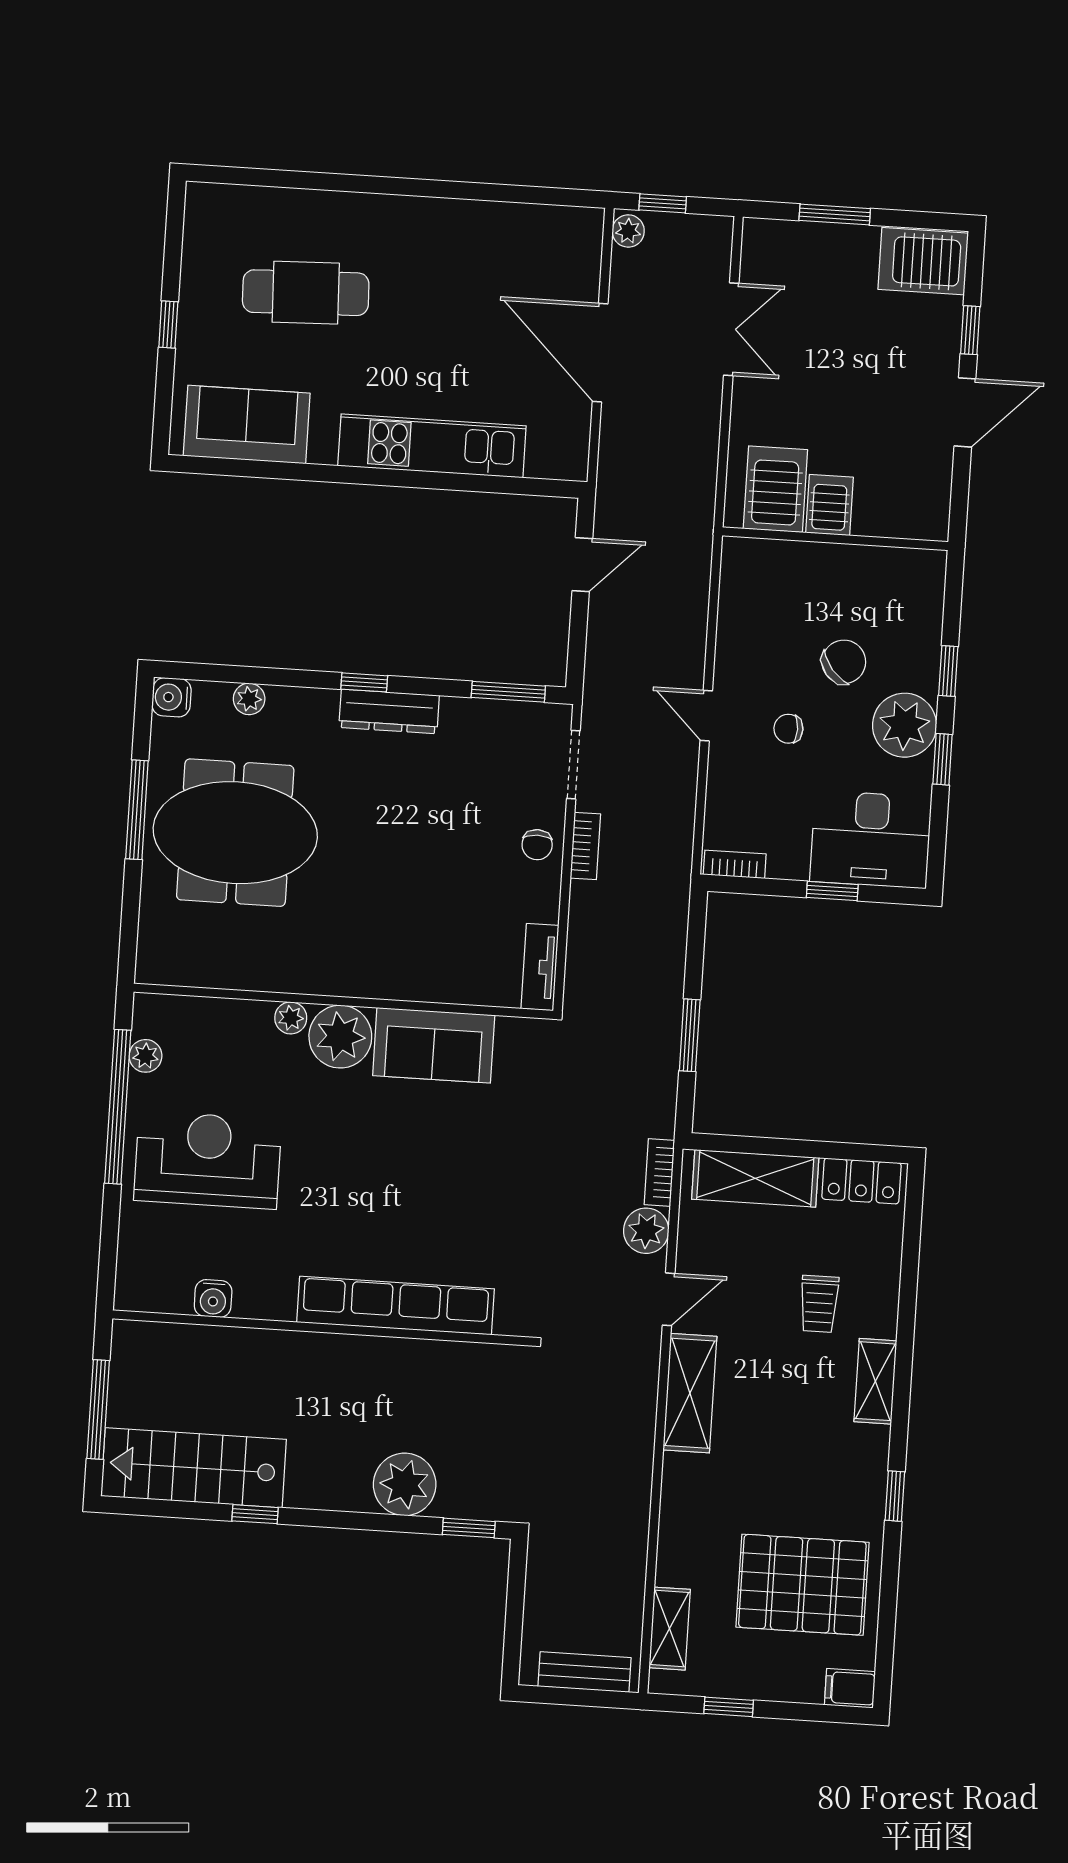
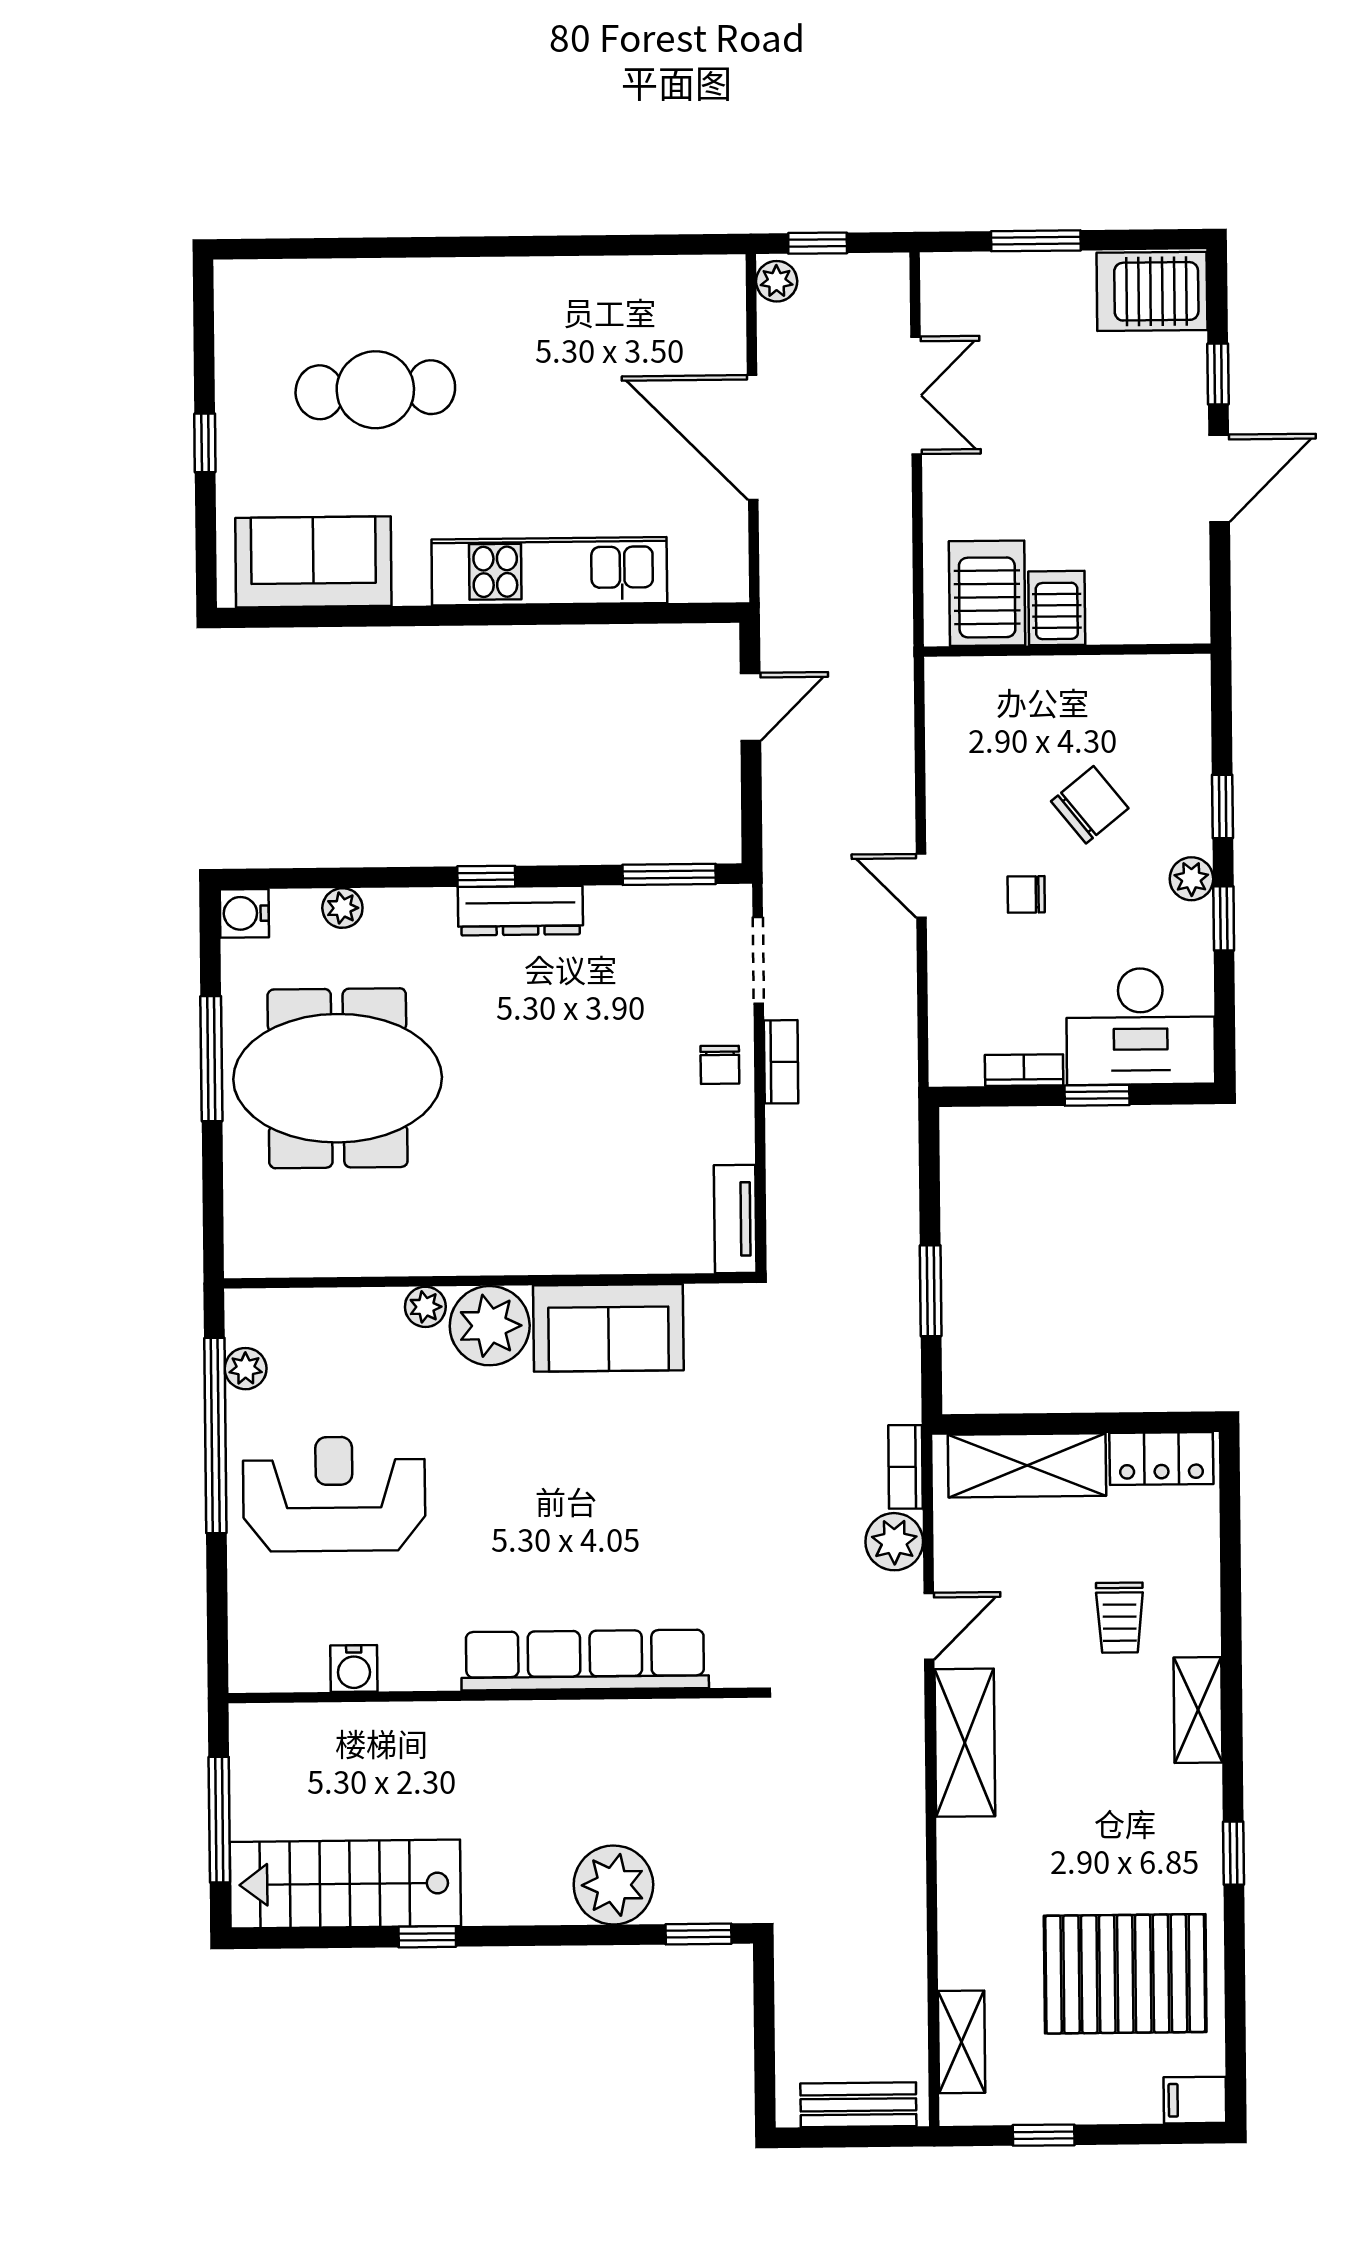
plant: (905, 725) -> (1191, 879), width x0.53, depth x0.53
bookcase: (735, 864) -> (1024, 1070), moved

